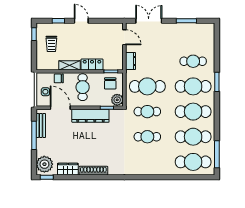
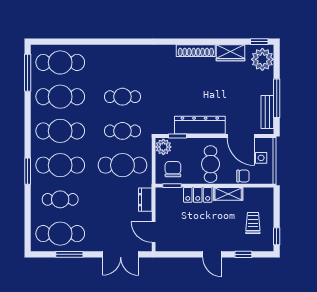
cafe table: (193, 36) -> (60, 234), added

